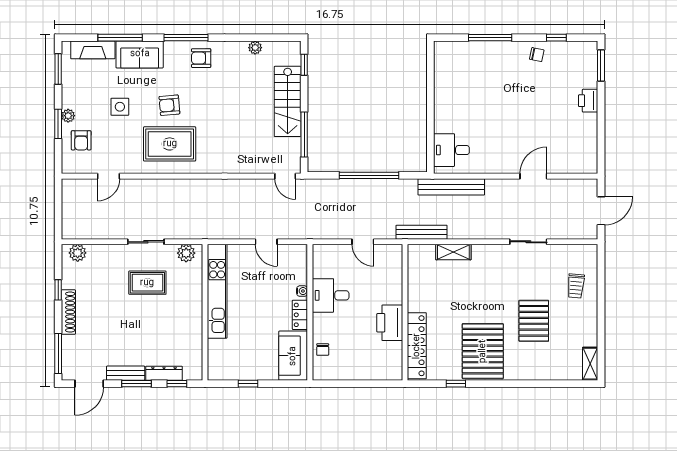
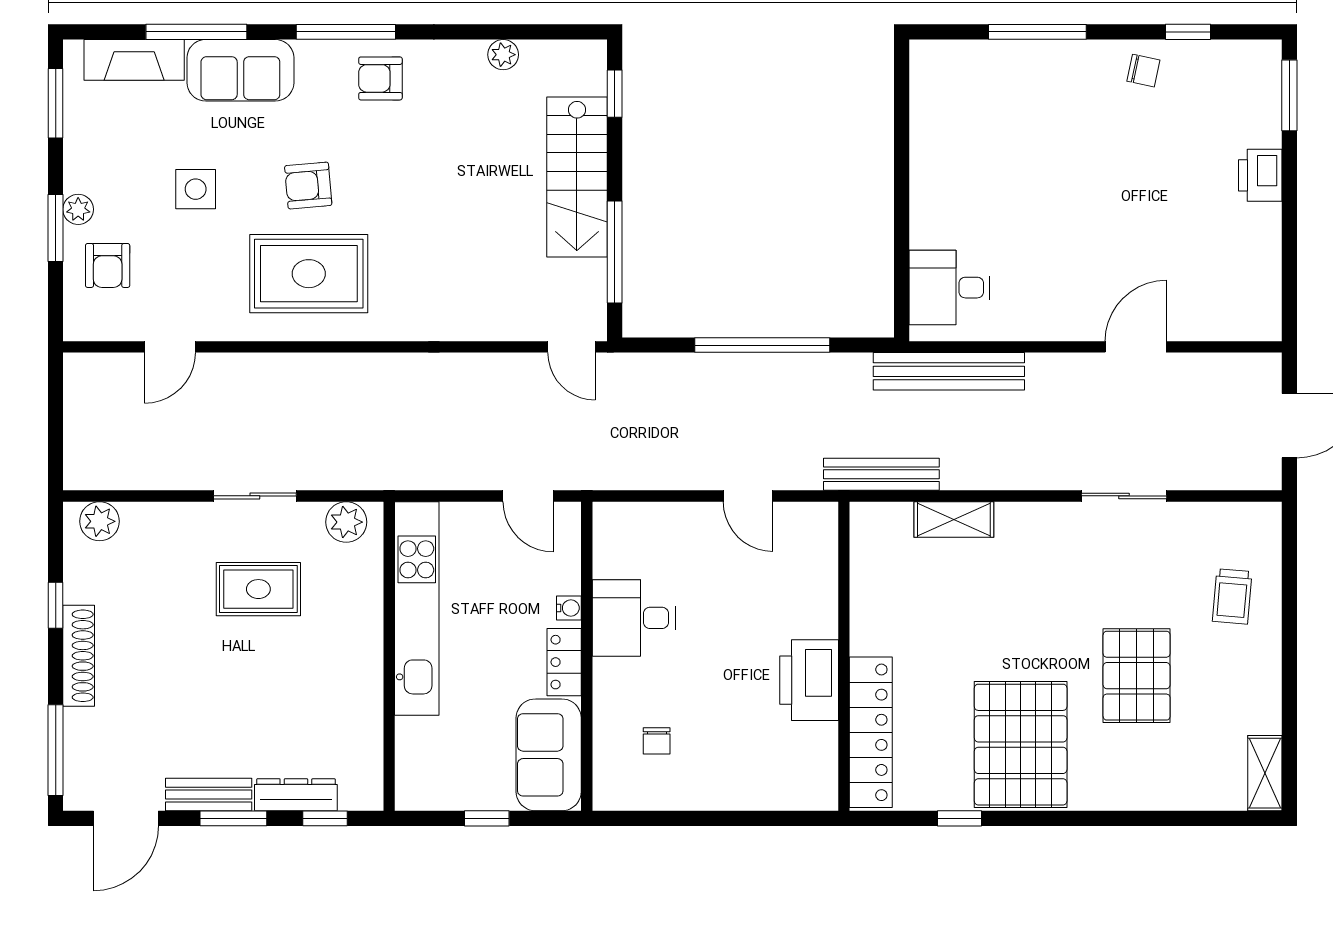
water cooler: (302, 291) -> (569, 608), moved
desk: (331, 295) -> (634, 618), moved
wall: (310, 312) -> (587, 656), moved
locker: (300, 315) -> (564, 662), moved
sofa: (293, 356) -> (549, 755), moved

